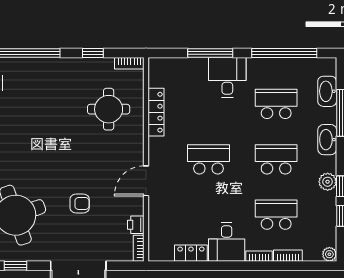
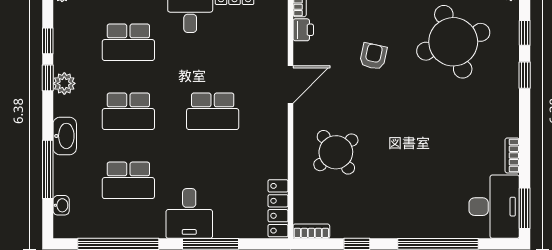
washbasin: (327, 91) -> (61, 205), width x0.52, depth x0.69
round table: (109, 109) -> (336, 152), moved, turned -38
locker: (156, 112) -> (278, 208), moved
armchair: (80, 203) -> (373, 56), turned 102

